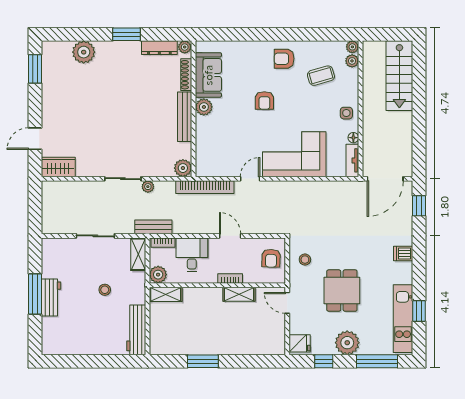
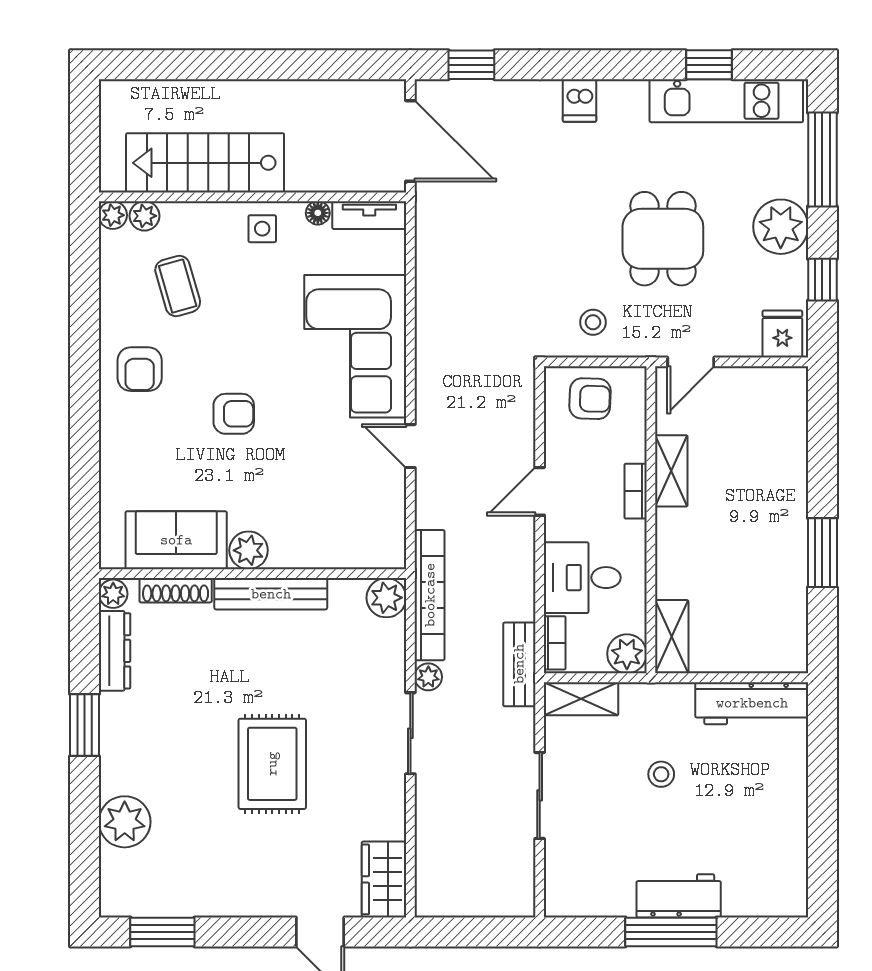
stairs: (399, 76) -> (205, 163), moved, turned 180
rug: (109, 117) -> (272, 764), added
bookcase: (205, 187) -> (430, 595), moved
dining table: (342, 291) -> (663, 239), turned 90

